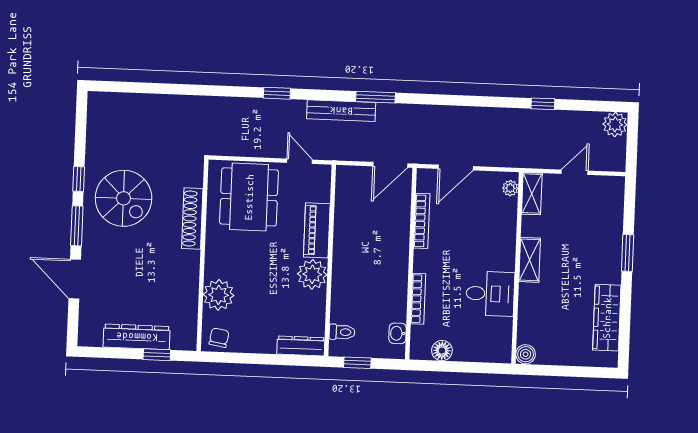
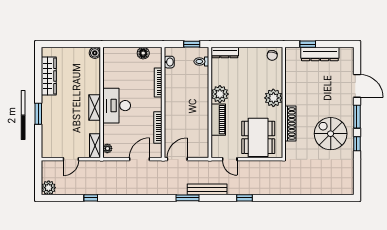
desk: (490, 294) -> (117, 106), moved, width x1.37
plant: (219, 295) -> (273, 98), moved

